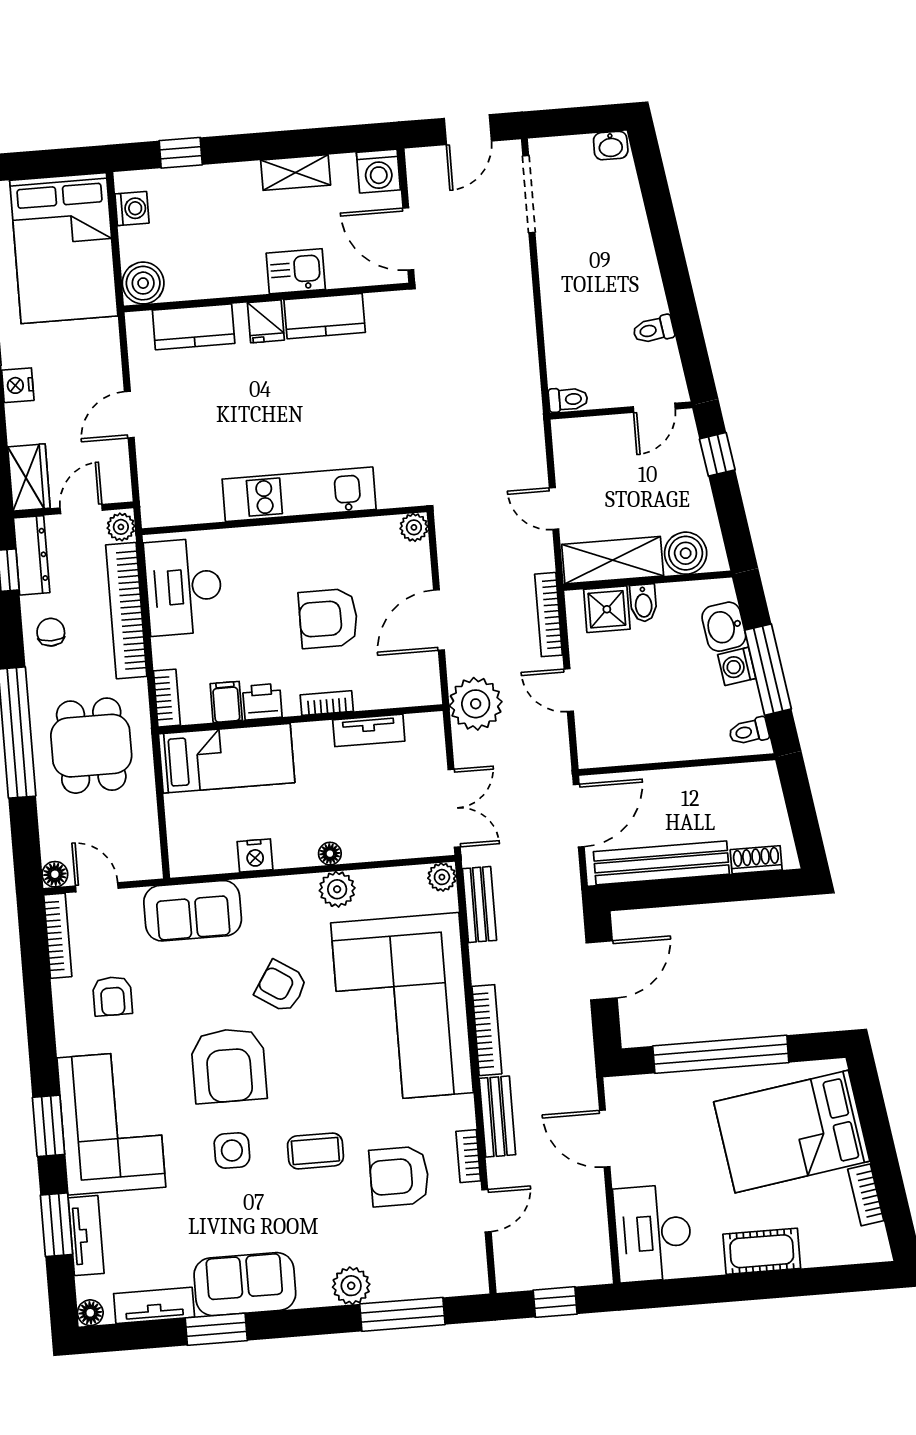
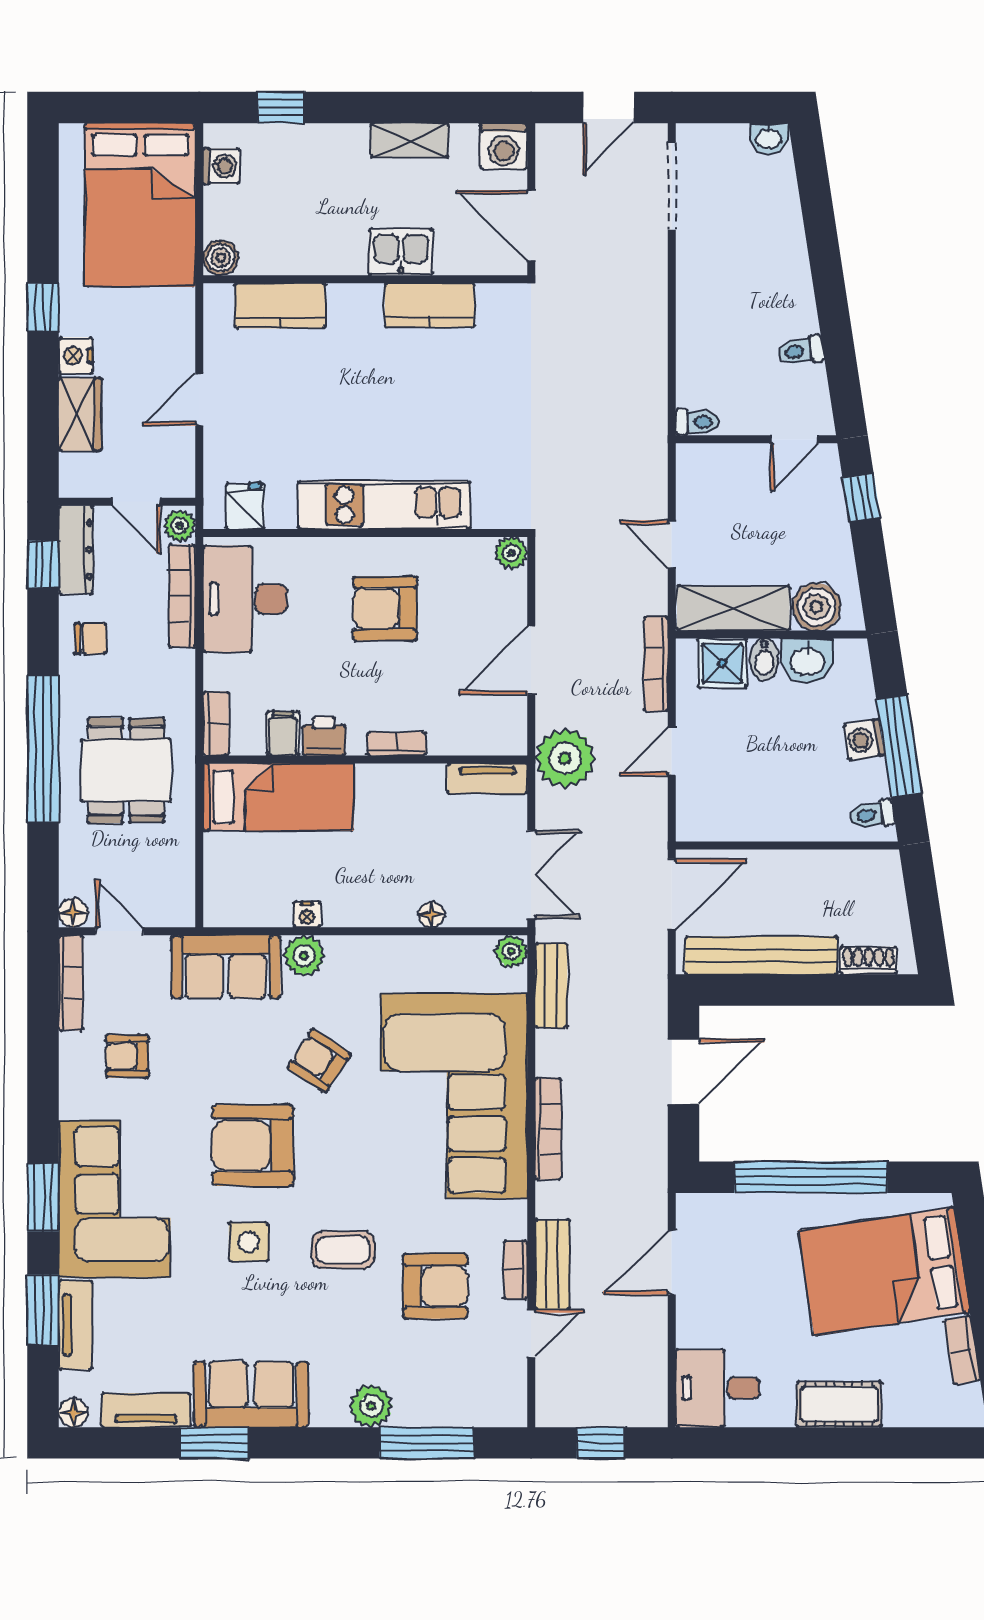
boiler: (143, 283) -> (221, 258), width x0.73, depth x0.73
fridge: (266, 321) -> (245, 506), moved, turned 180
wardrobe: (29, 477) -> (80, 414), moved
door: (81, 509) -> (136, 502), swing flipped
bookcase: (126, 611) -> (182, 596), width x0.68, depth x0.76
armchair: (328, 618) -> (385, 609), moved
washbasin: (724, 627) -> (808, 661), moved, turned -81
chair: (51, 632) -> (91, 638), turned 90
door: (569, 690) -> (672, 751), hinge flipped
tv unit: (369, 730) -> (487, 779), moved
floor lamp: (330, 854) -> (431, 915), moved
nightstand: (255, 856) -> (307, 914), width x0.72, depth x0.74
plant: (337, 889) -> (304, 956), moved
armchair: (112, 996) -> (127, 1056), turned 90
armchair: (229, 1065) -> (253, 1145), turned 90
bench: (497, 1117) -> (552, 1264), moved
door: (605, 1139) -> (672, 1262), hinge flipped
armchair: (399, 1176) -> (435, 1286), turned 180
desk: (653, 1233) -> (718, 1388), width x0.73

